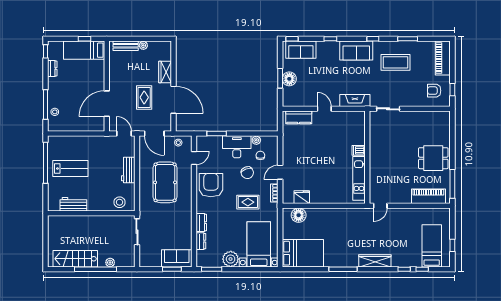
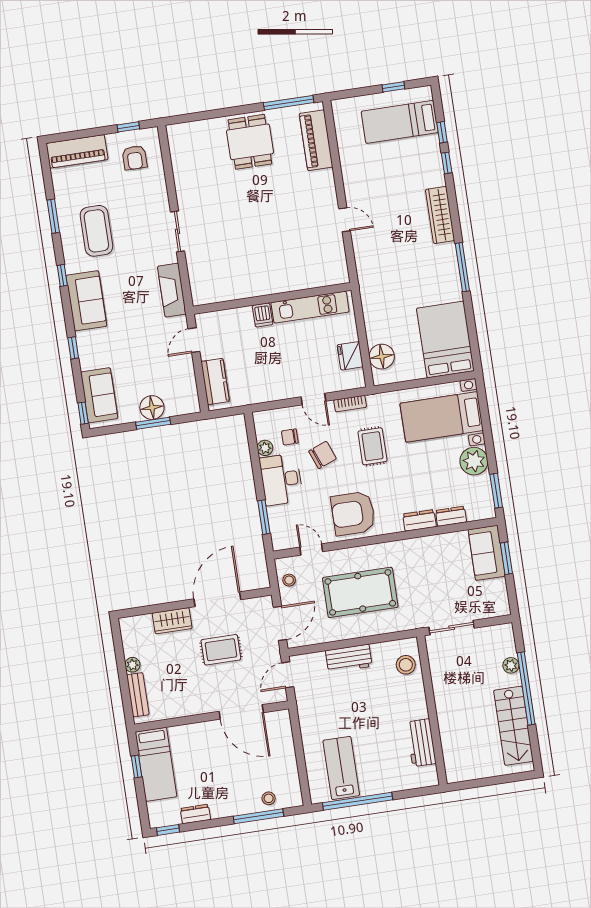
dishwasher: (359, 150) -> (263, 315), moved
wall: (367, 157) -> (272, 298), moved
lab bench: (70, 169) -> (341, 768), moved
kitchen unit: (359, 178) -> (310, 307), moved

